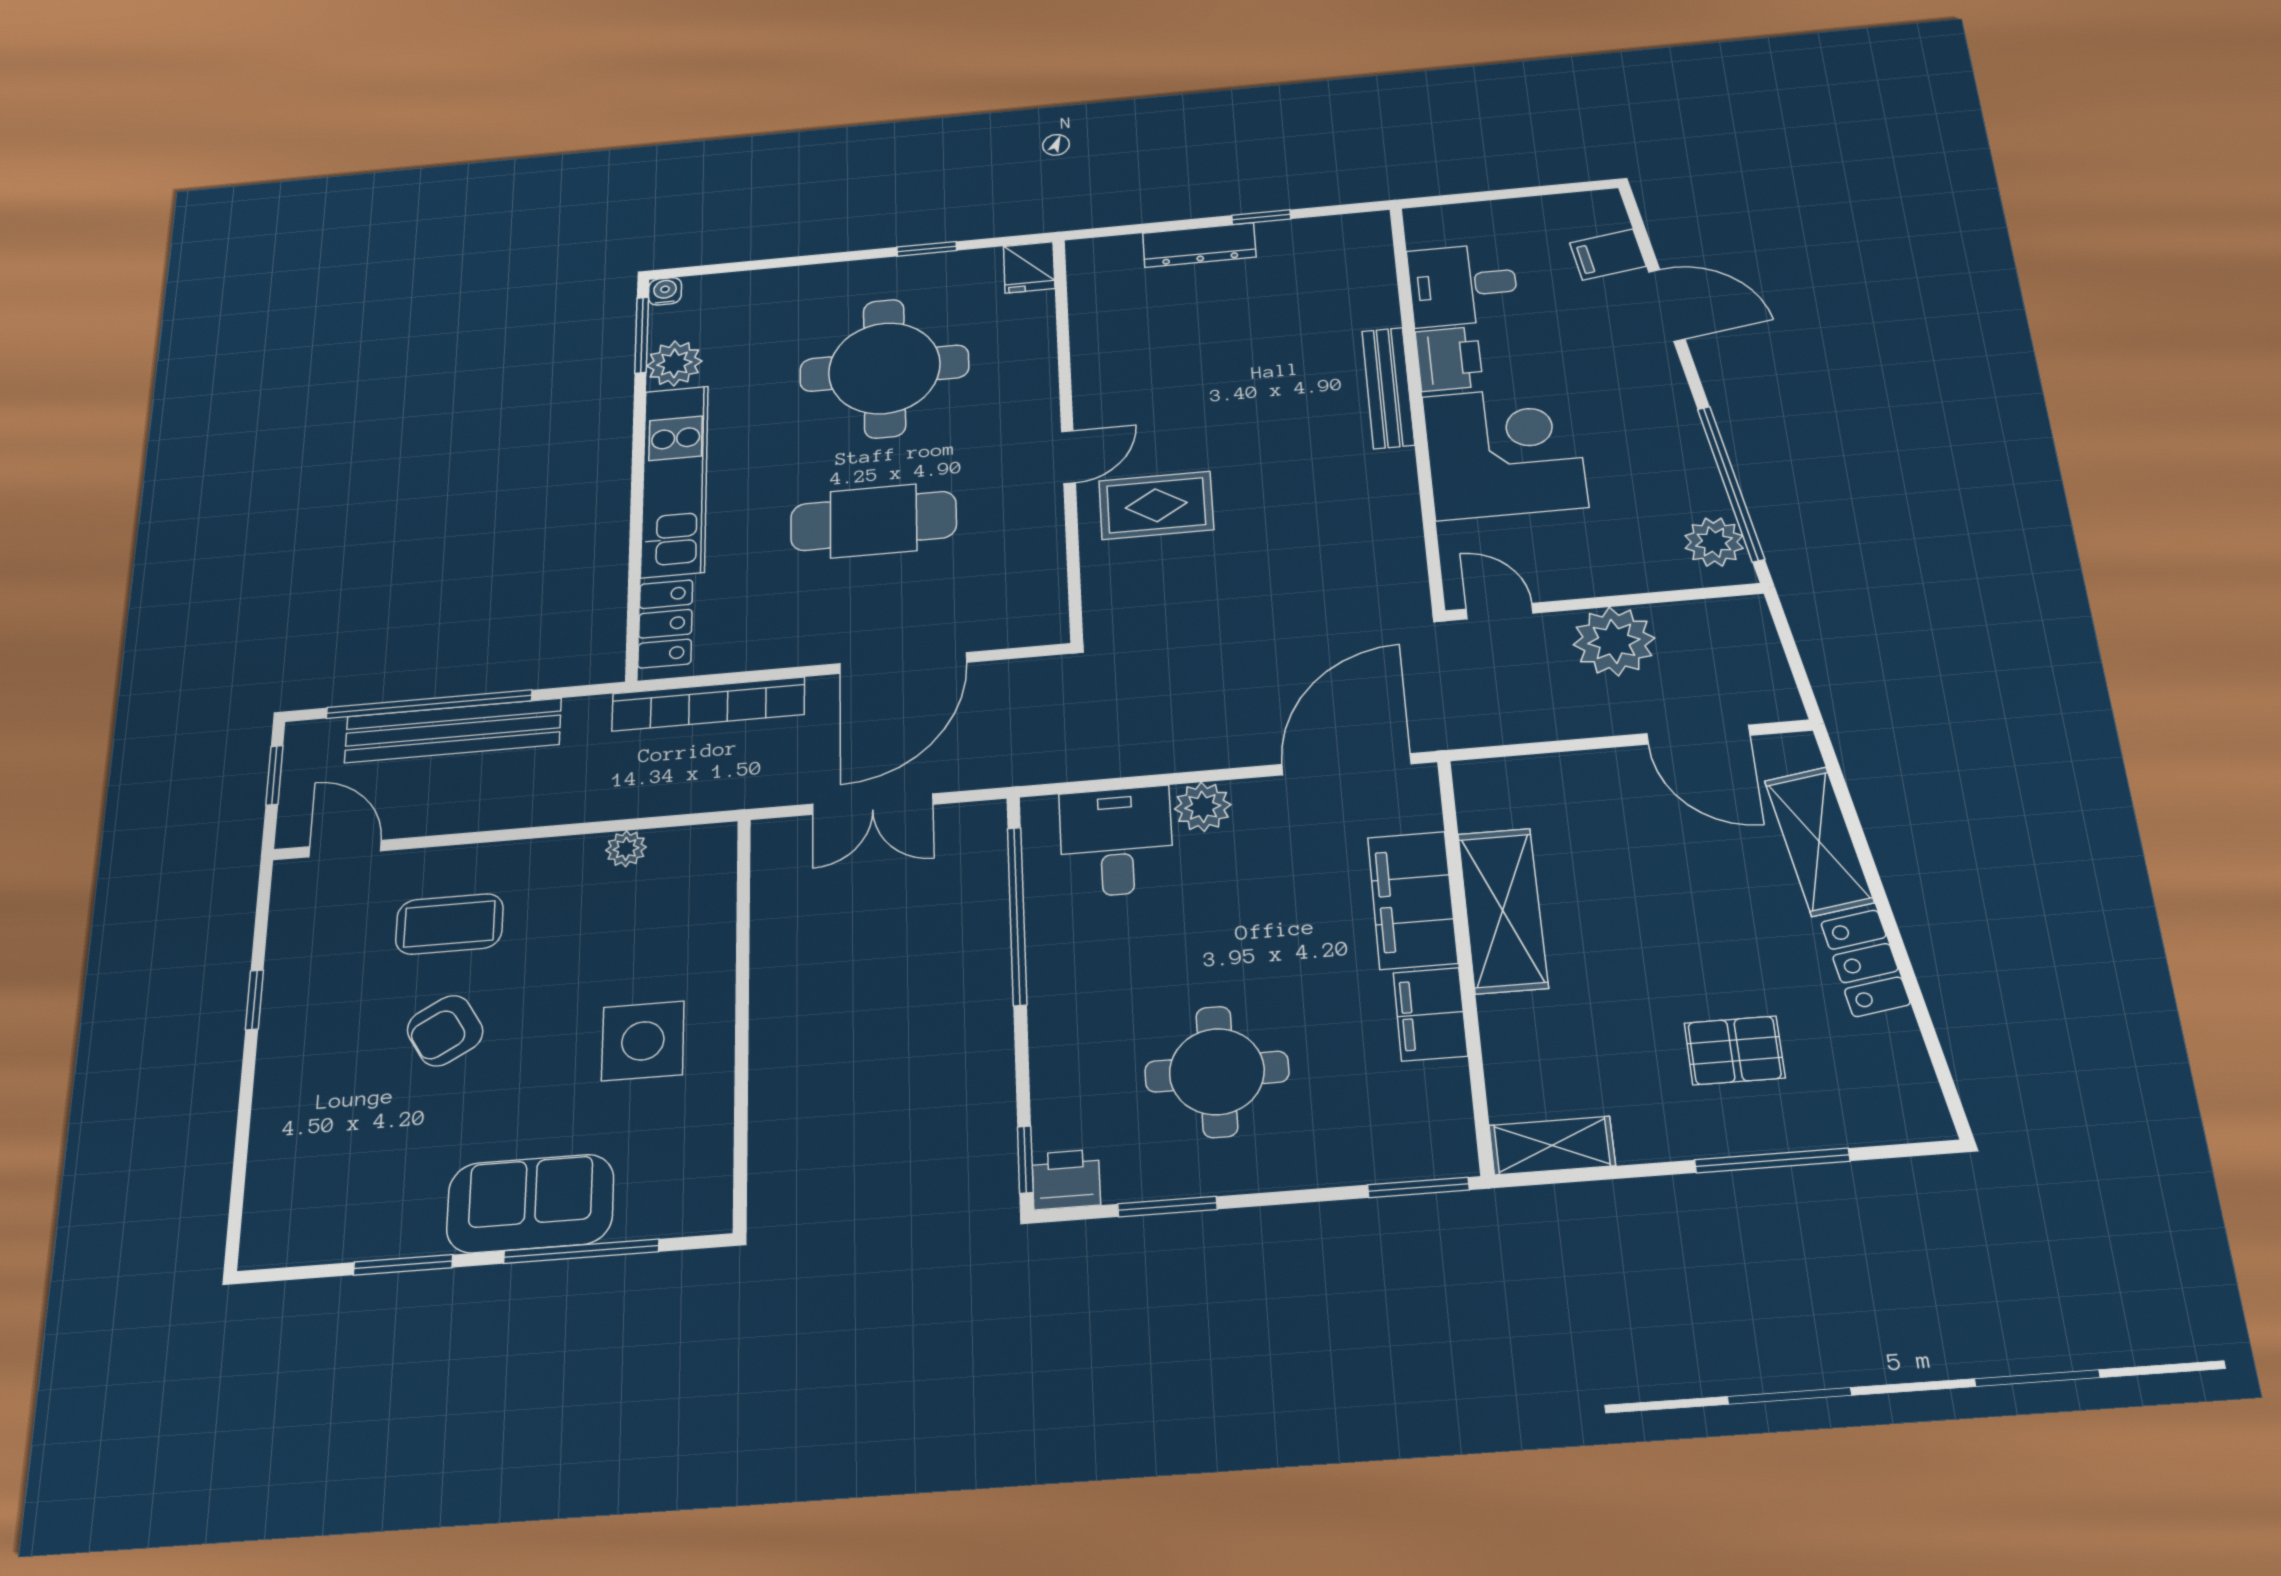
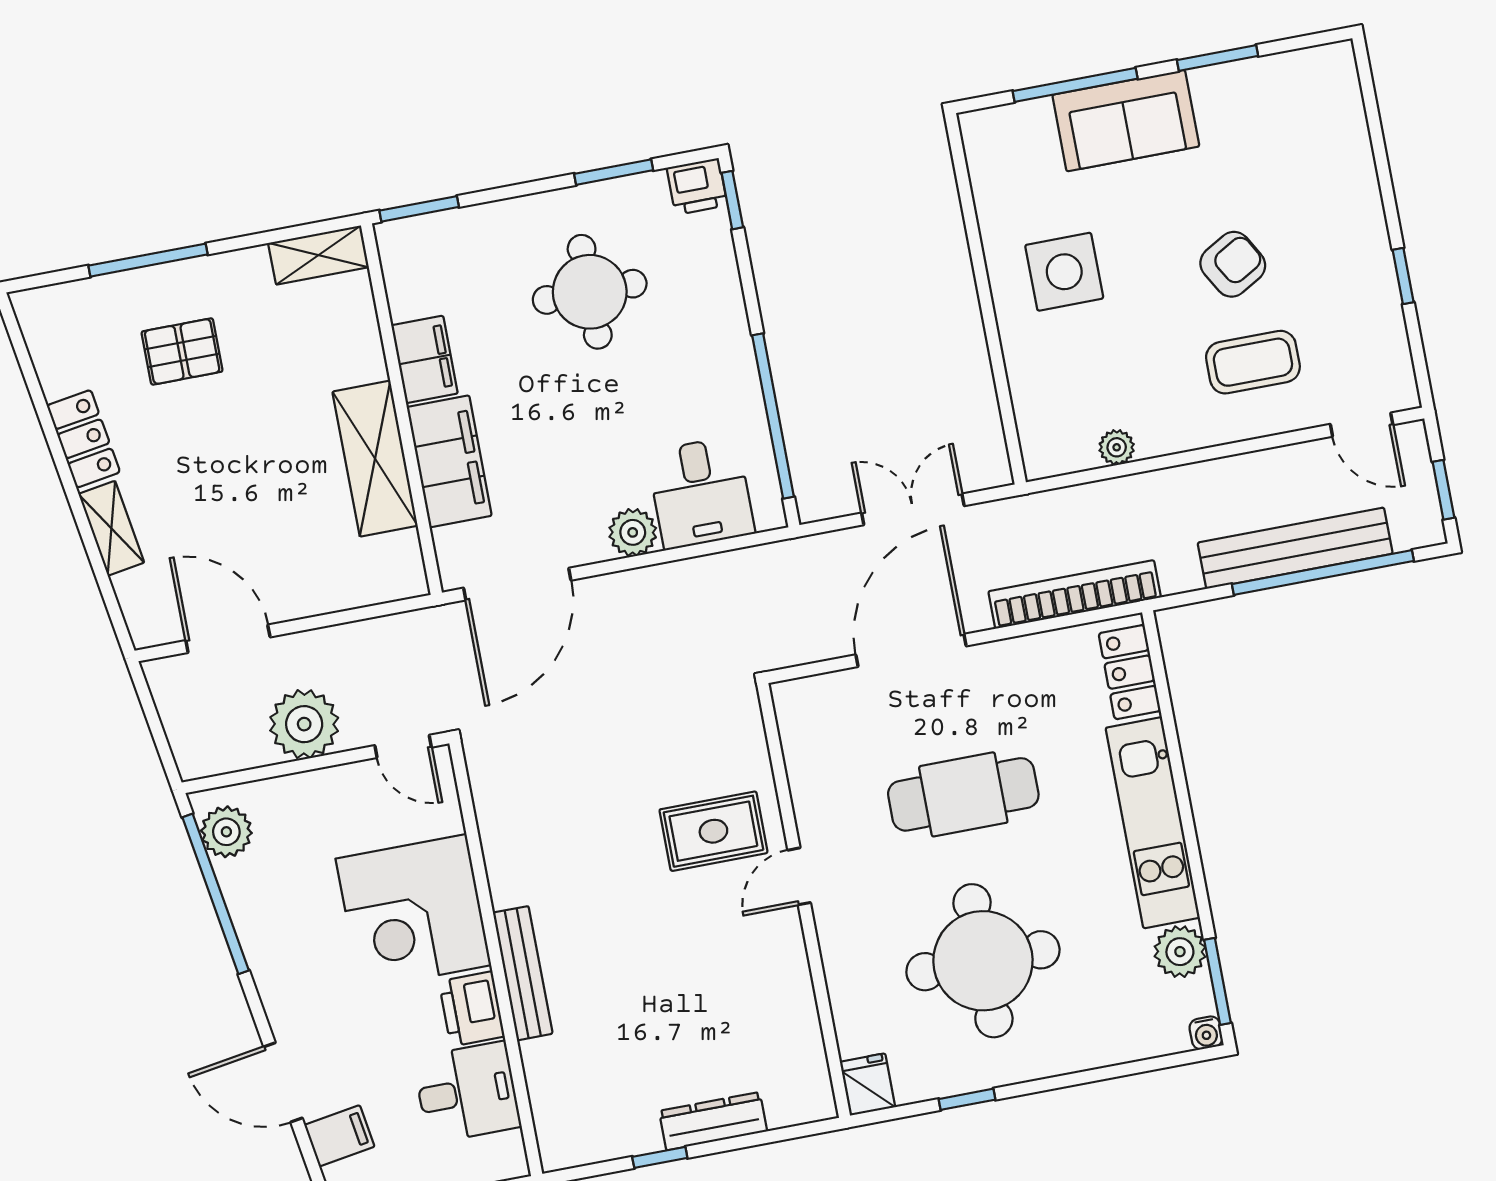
shelving: (1819, 841) -> (111, 528), width x0.67, depth x0.75

